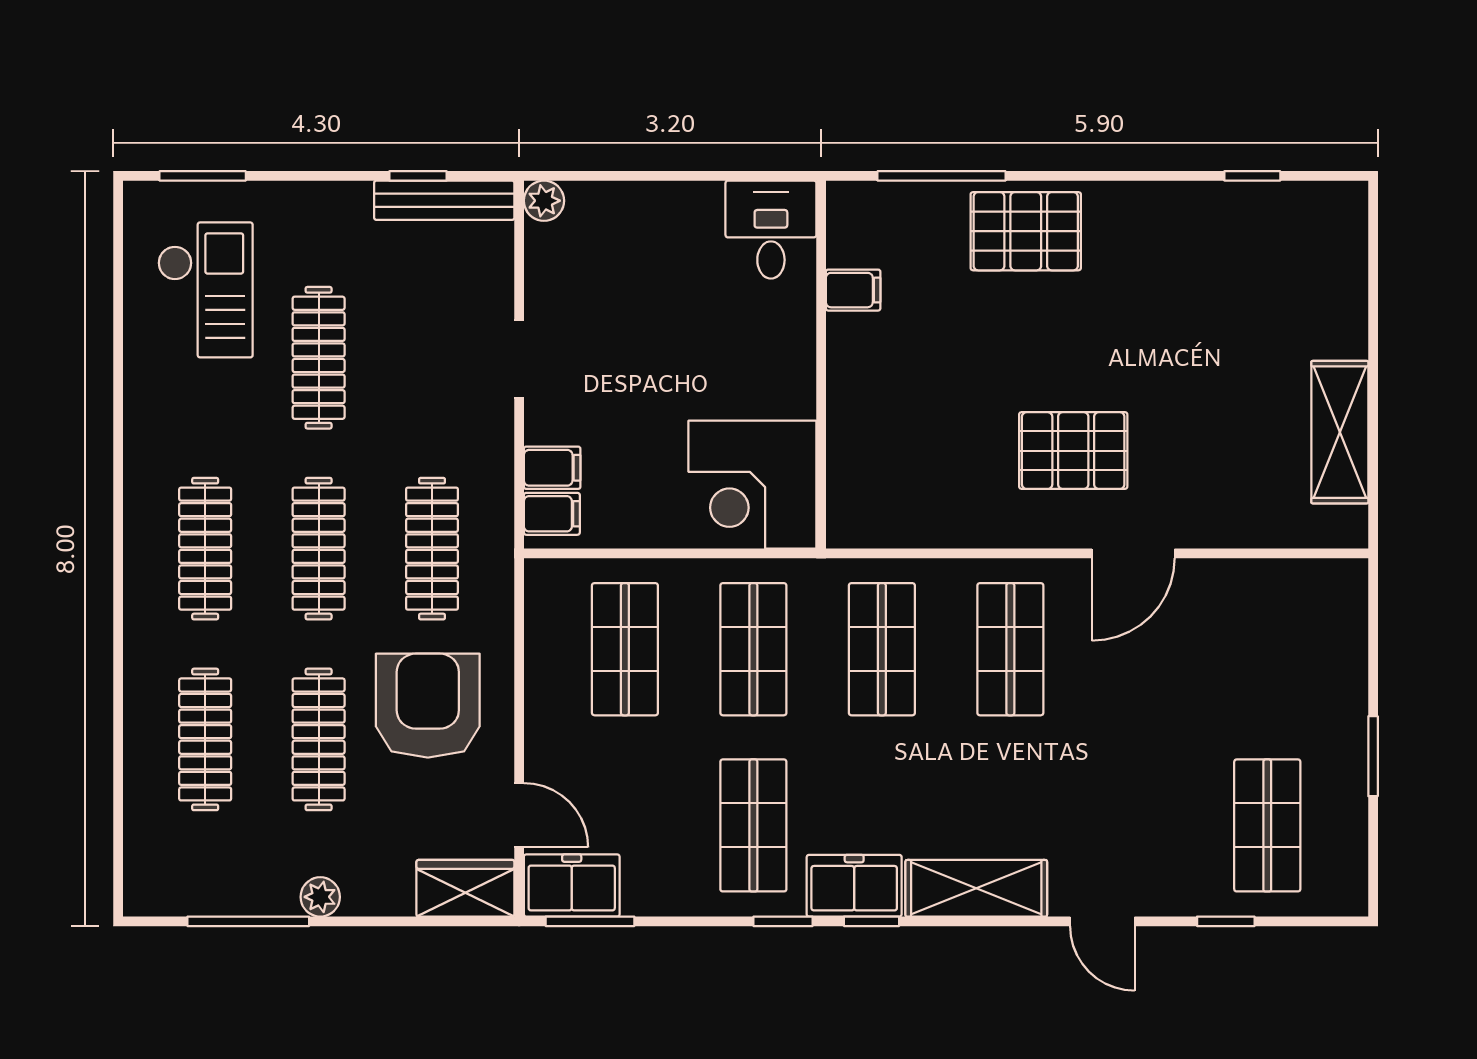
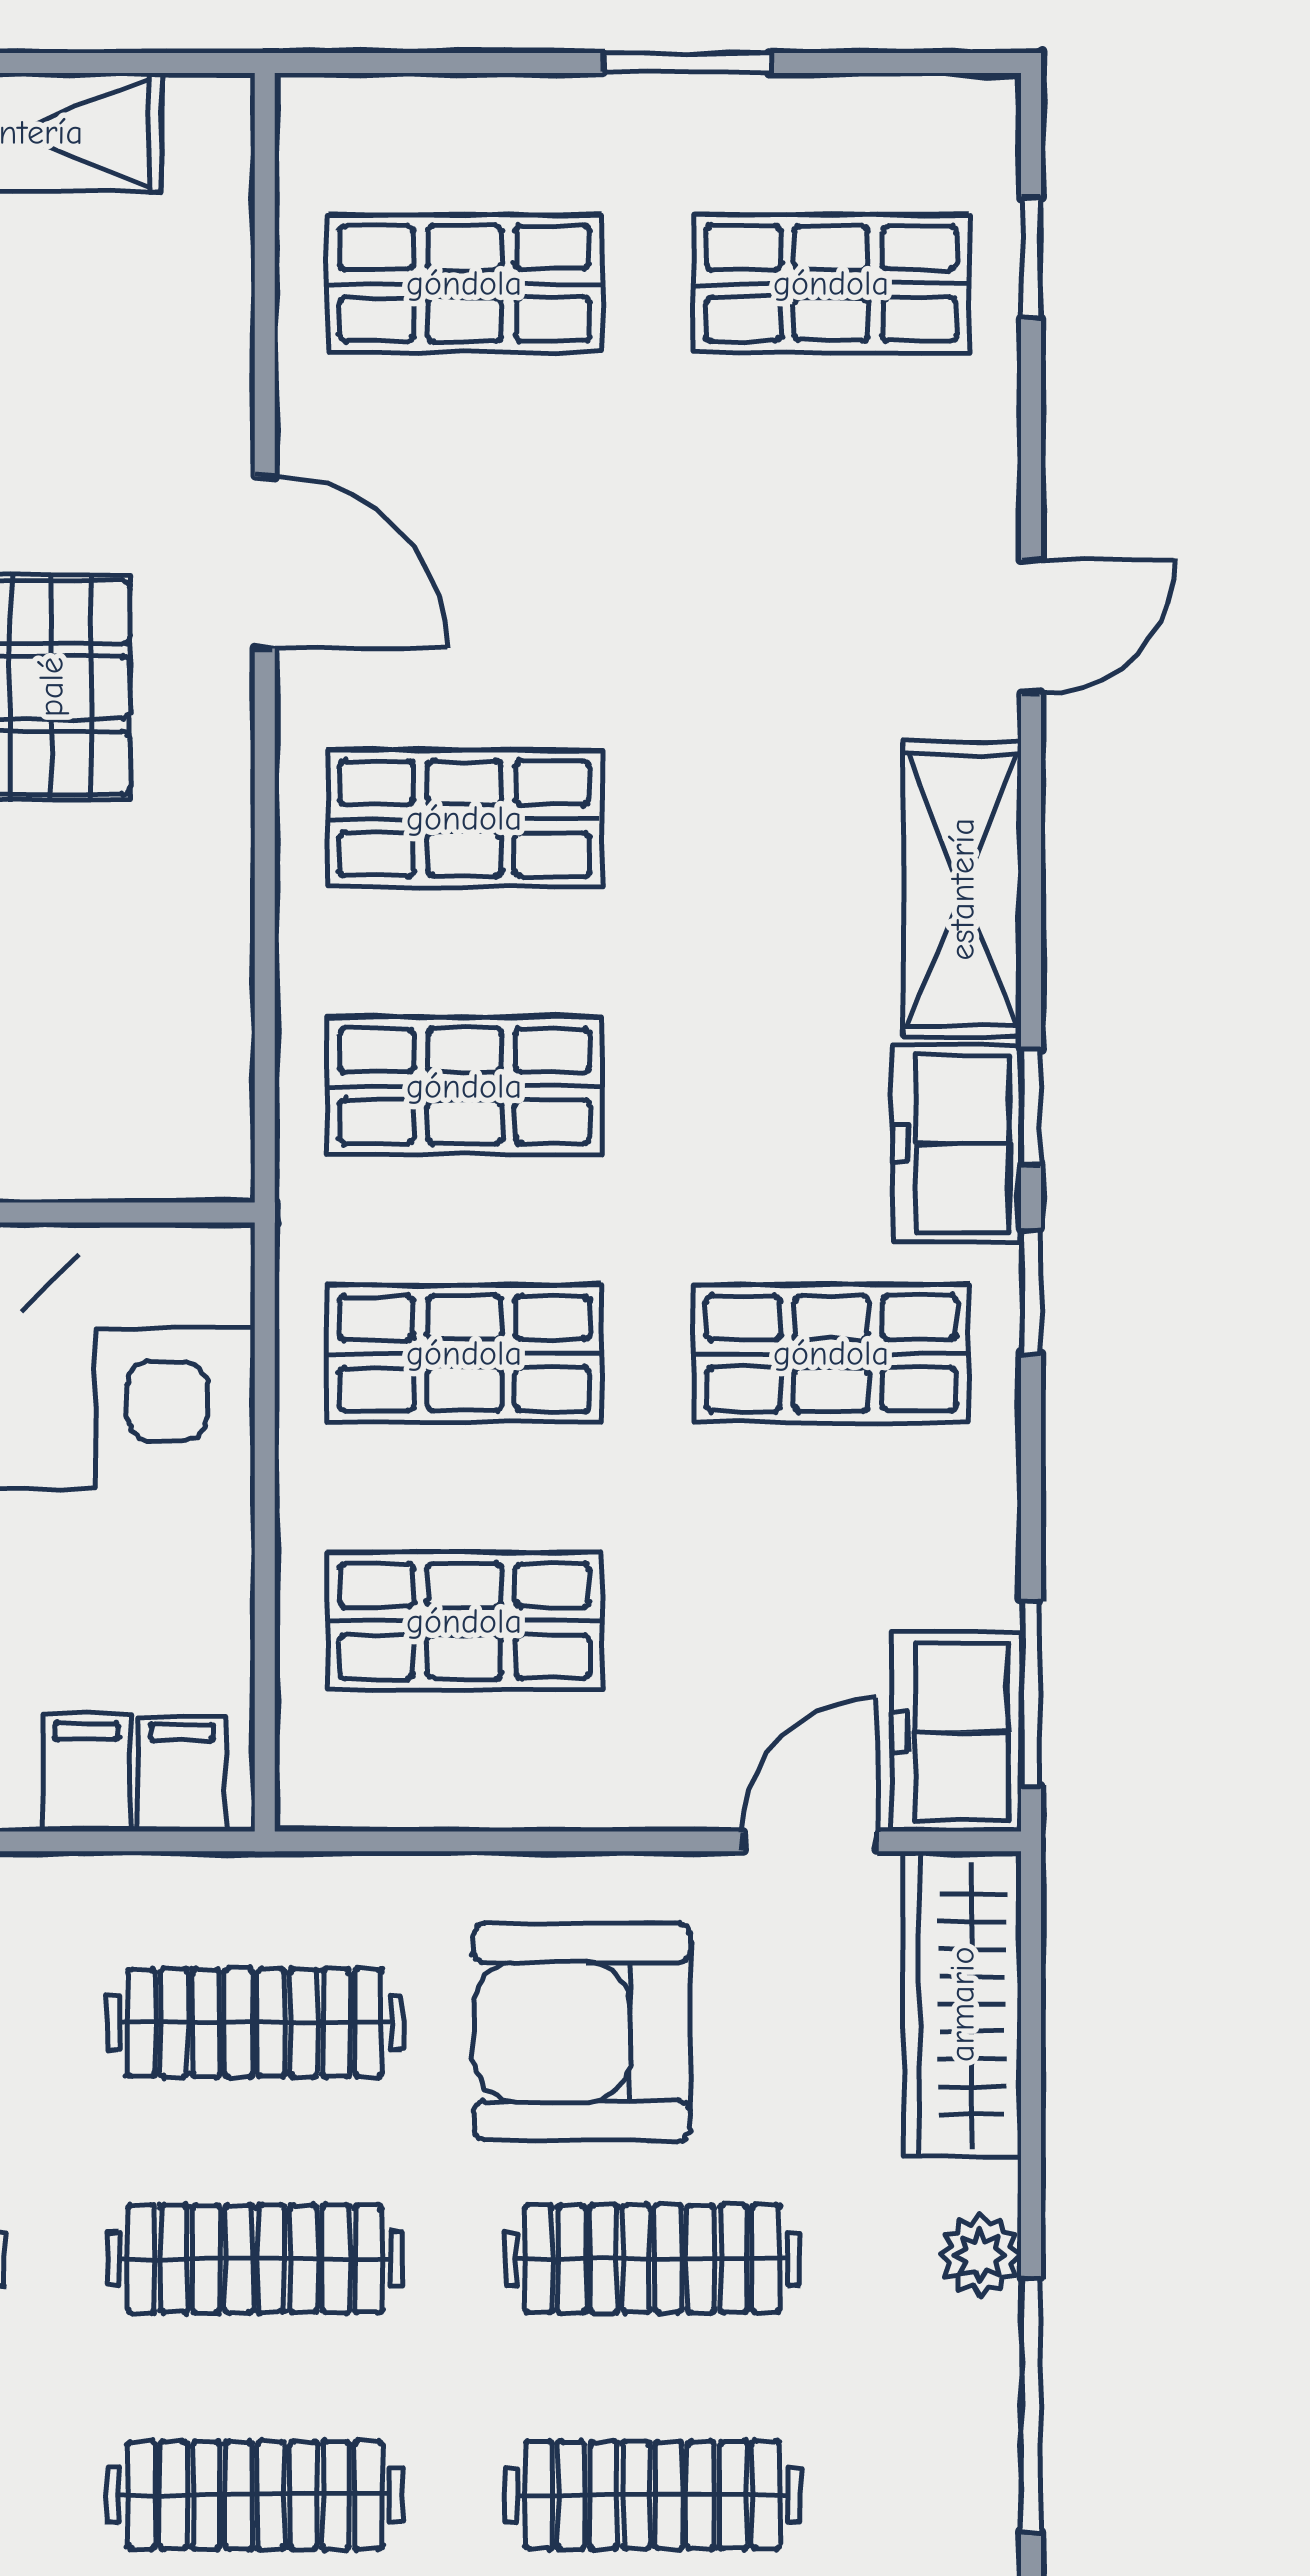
shop shelf: (1267, 649) -> (464, 283), added
wardrobe: (465, 888) -> (962, 2004), width x1.50
window: (1226, 921) -> (1031, 258), moved

